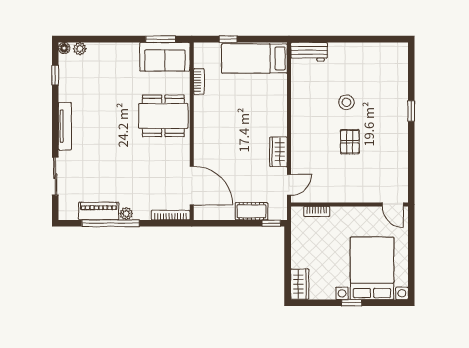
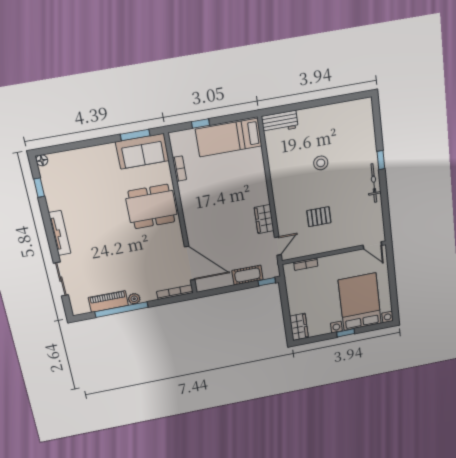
plant: (80, 49) -> (58, 158), removed
bicycle: (401, 135) -> (374, 183), added
pallet: (350, 142) -> (319, 217), moved, turned 90

